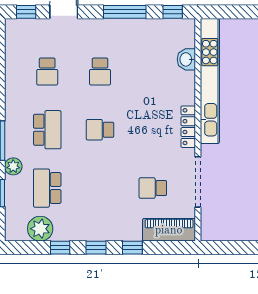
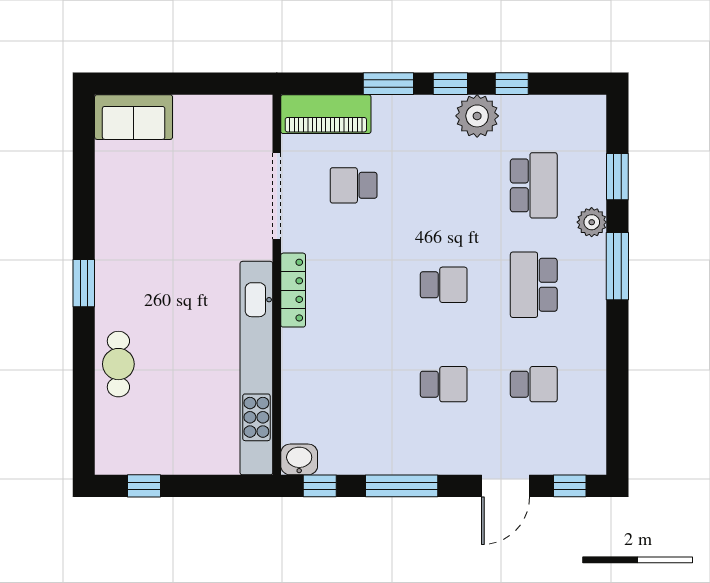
washbasin: (186, 59) -> (299, 459), moved, turned -90
school desk: (47, 71) -> (534, 384), turned 90
school desk: (100, 71) -> (444, 384), turned 90
school desk: (153, 188) -> (354, 185), turned 180
plant: (40, 229) -> (477, 116), moved
window: (132, 248) -> (388, 84), width x1.50

